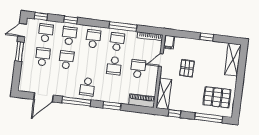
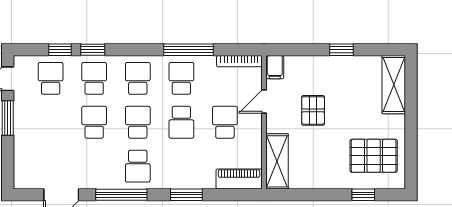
window: (41, 16) -> (60, 50), moved
school desk: (43, 57) -> (138, 122), moved
window: (174, 114) -> (301, 195), removed
window: (209, 118) -> (363, 195), width x0.46

